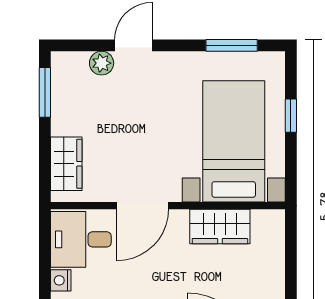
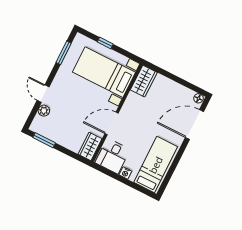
wardrobe: (66, 164) -> (90, 146), moved, turned -90
door: (143, 206) -> (112, 123), swing flipped
wardrobe: (220, 227) -> (144, 81), moved

